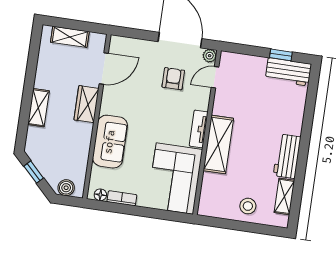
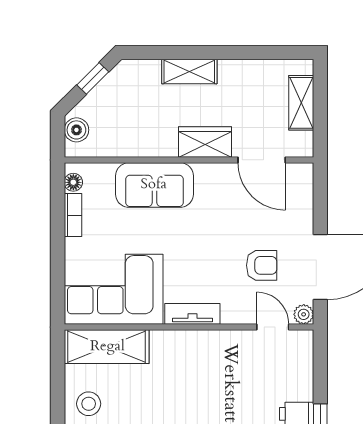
shelving: (218, 144) -> (107, 347), moved

